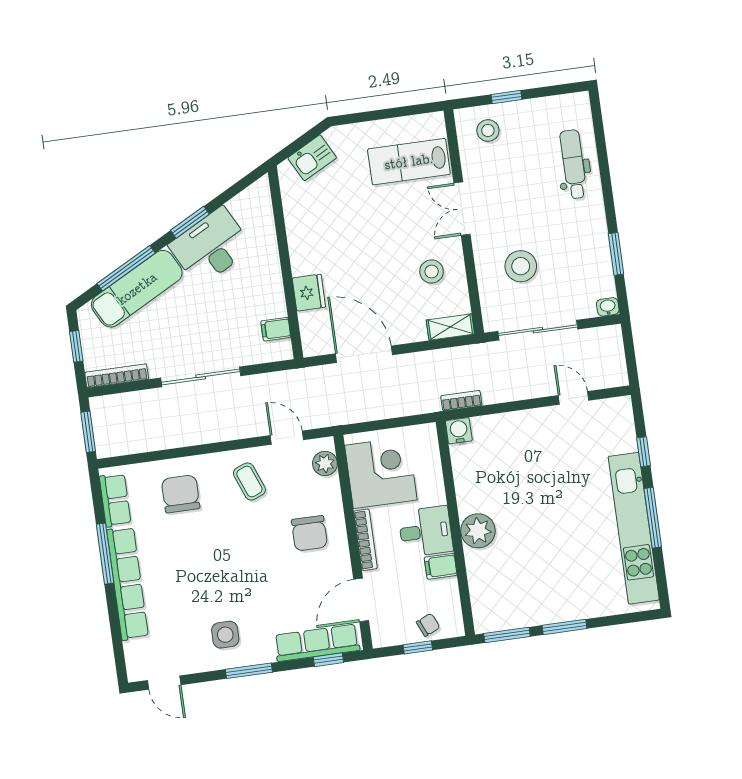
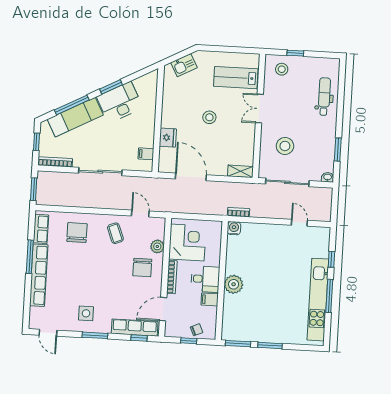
stool: (432, 271) -> (209, 117), moved
plant: (325, 463) -> (157, 246), moved

